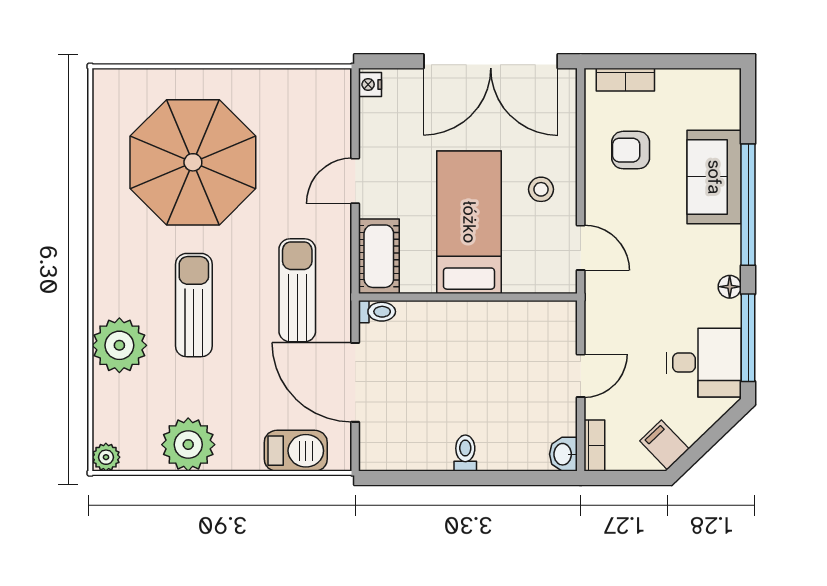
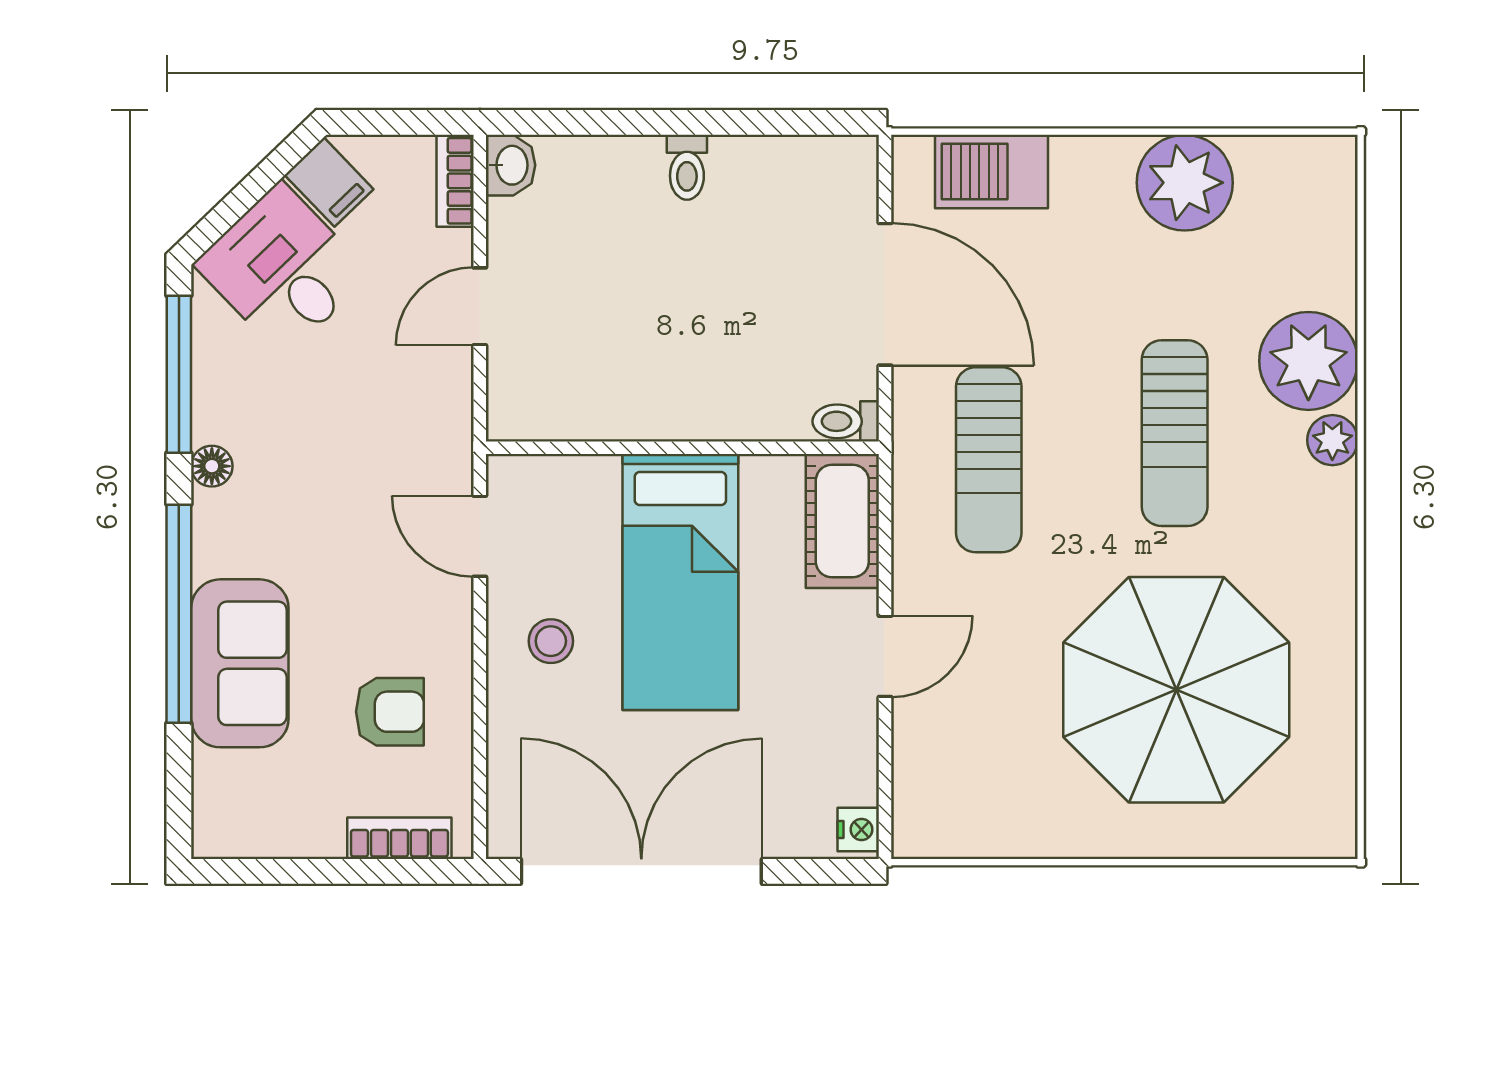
desk: (704, 363) -> (283, 269), moved, turned 46
plant: (106, 457) -> (1332, 440), moved

